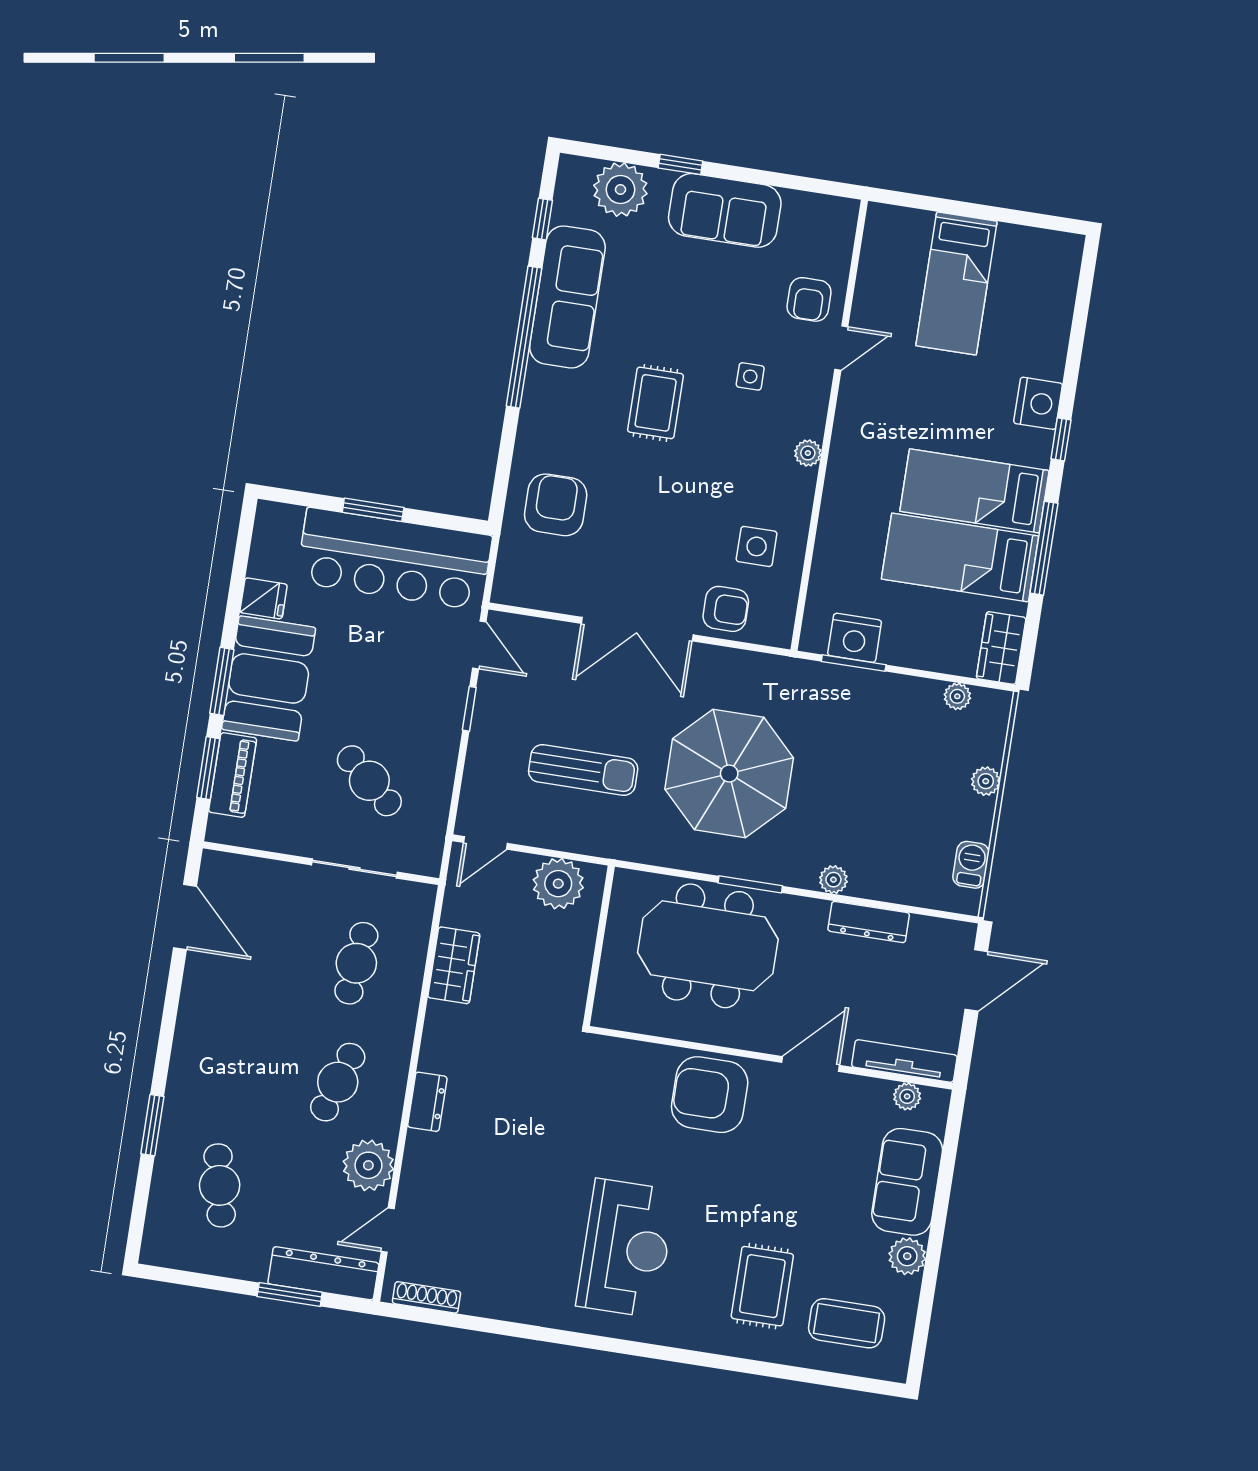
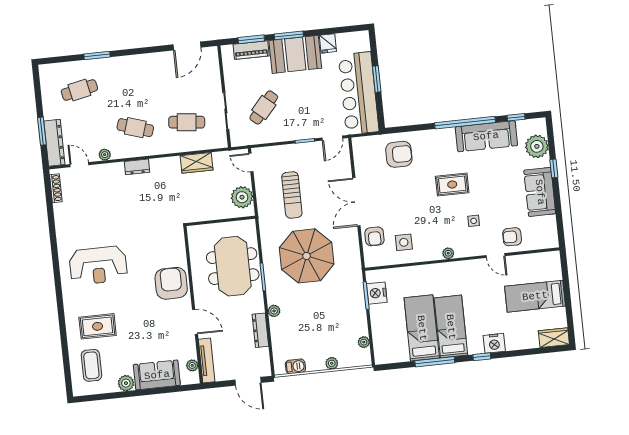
wardrobe: (1001, 648) -> (554, 338), moved
plant: (368, 1165) -> (105, 155), width x0.53, depth x0.53

